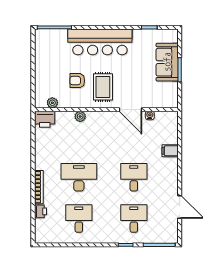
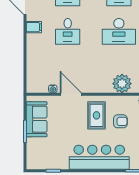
sofa: (167, 62) -> (37, 119), moved
plant: (80, 116) -> (122, 84), width x1.88, depth x1.88
filing cabinet: (170, 151) -> (34, 27), moved

